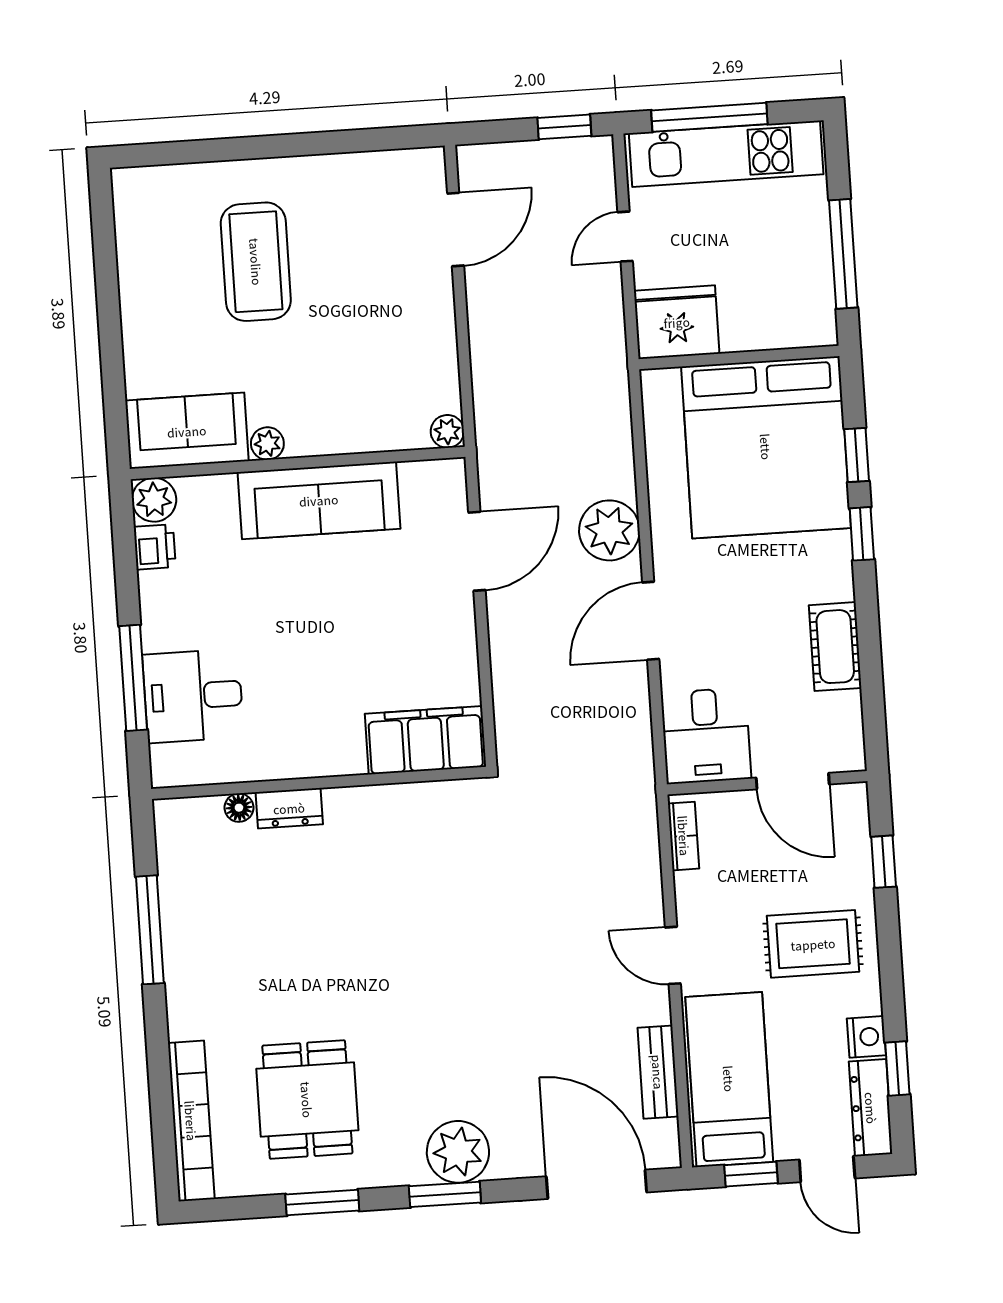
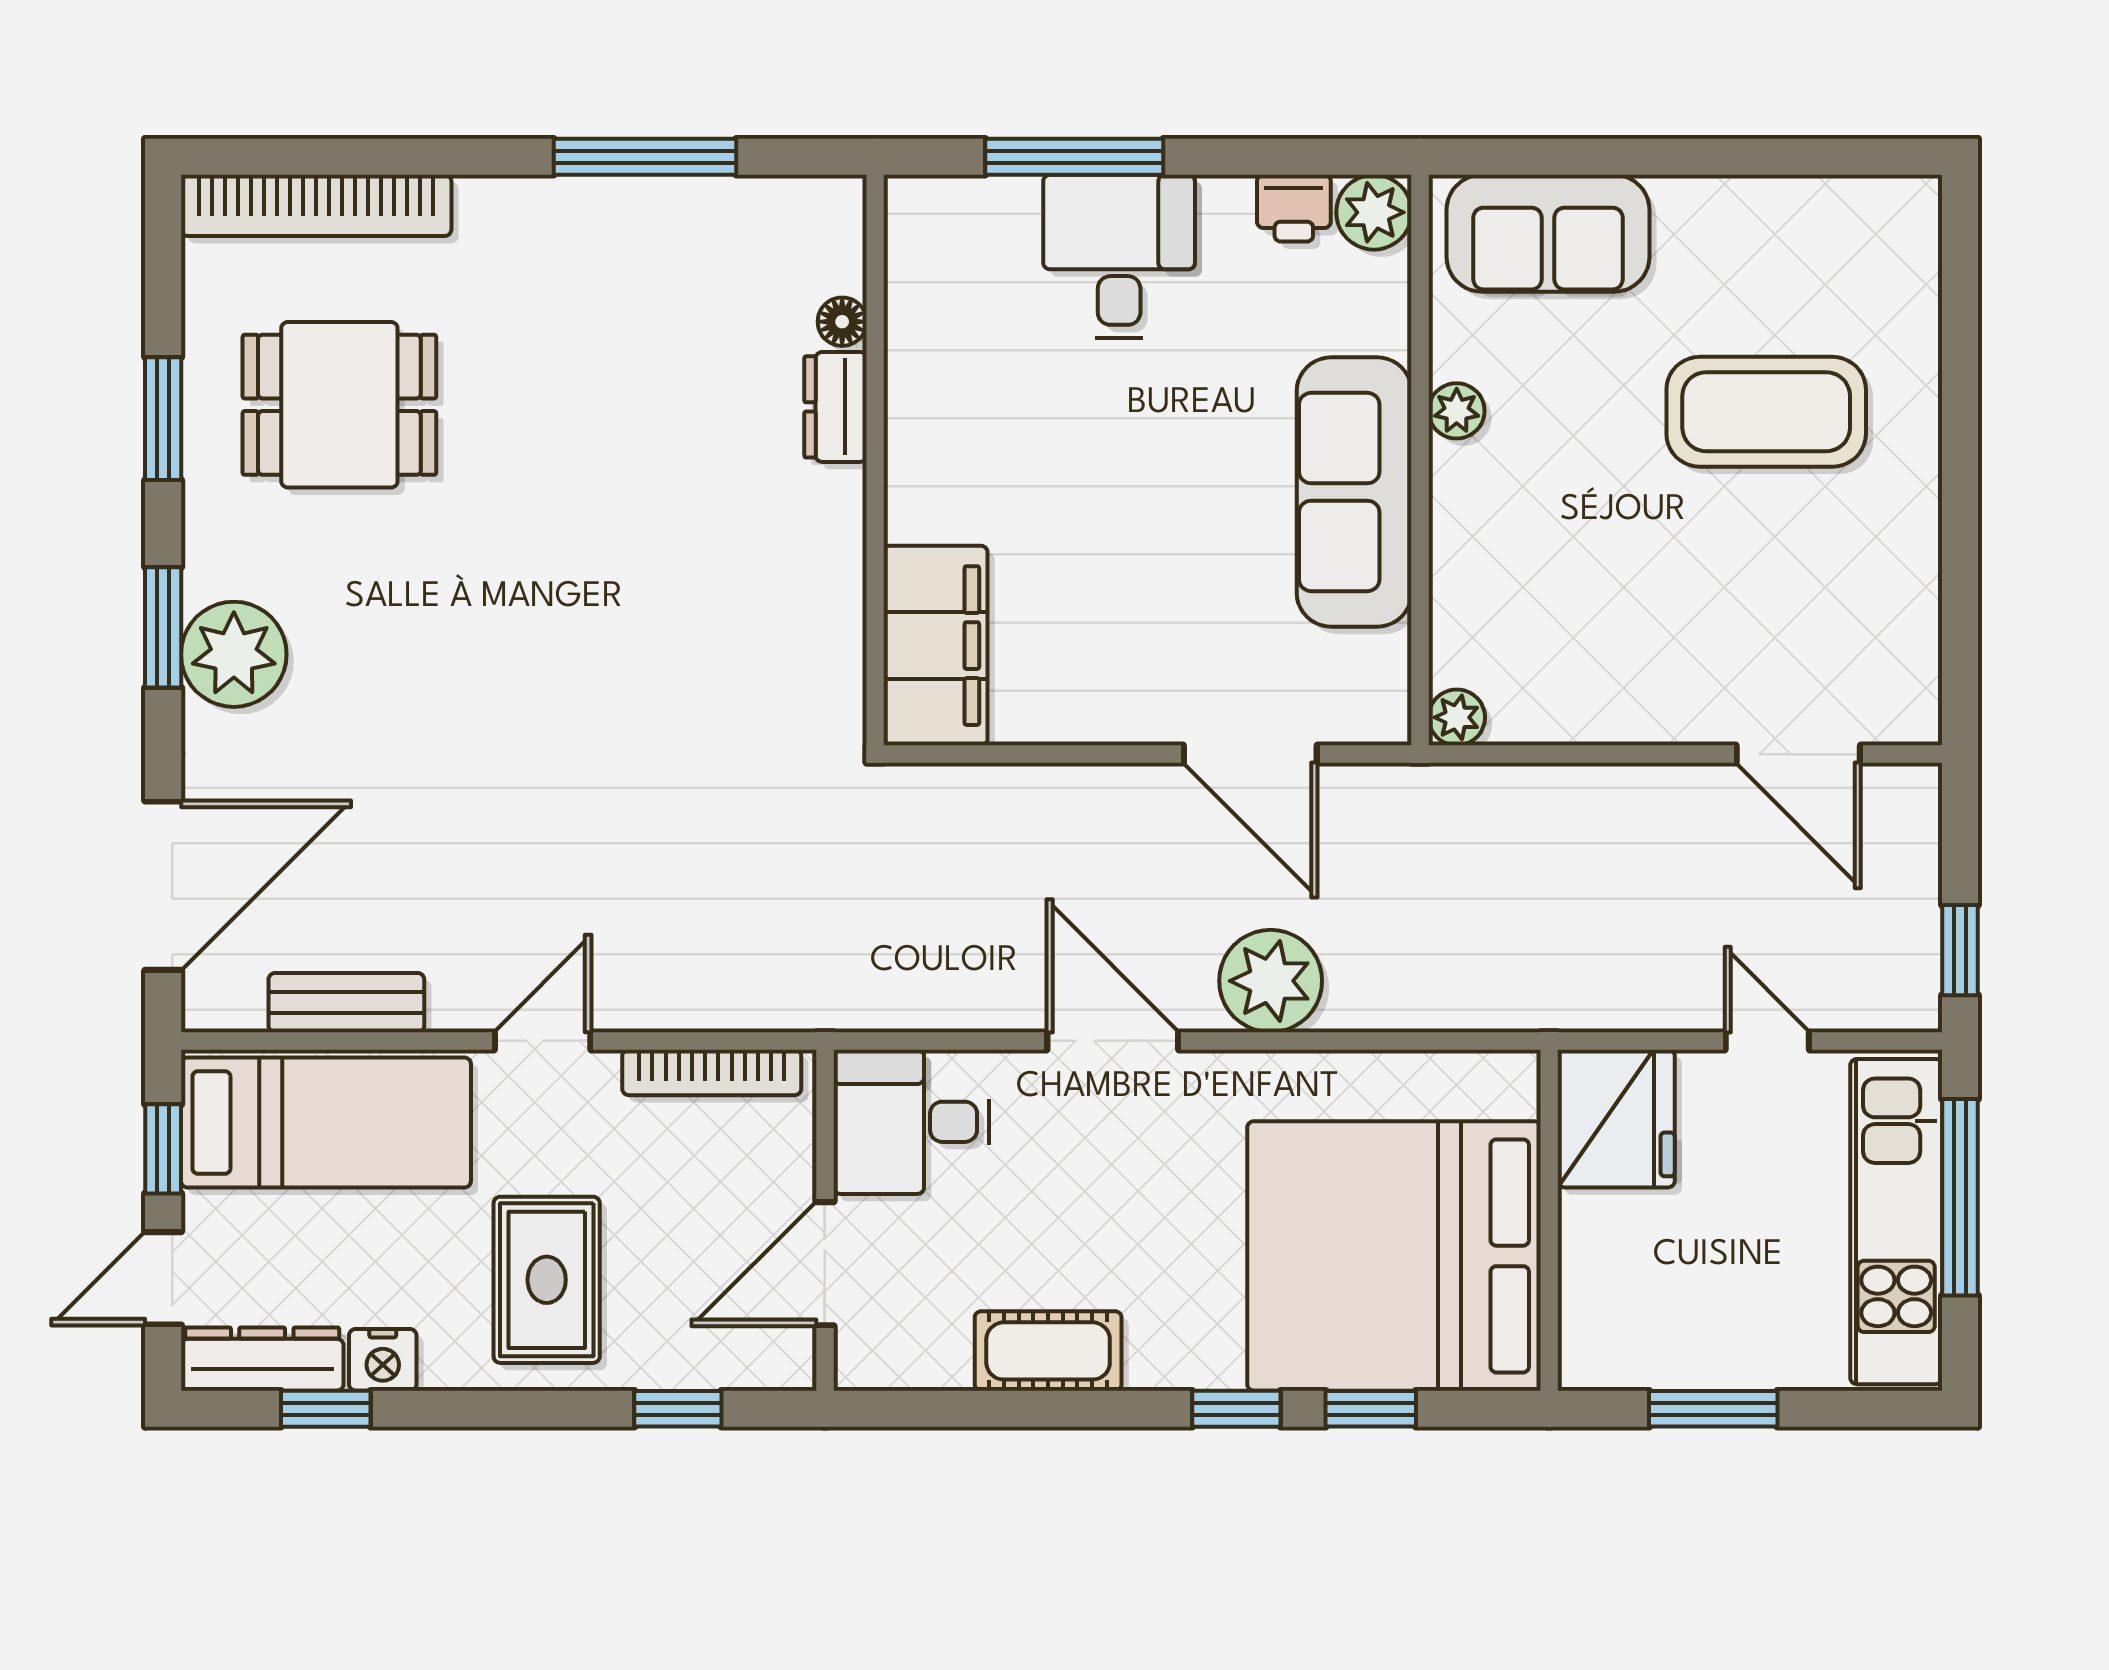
window: (843, 254) -> (1713, 1409), width x0.69
sofa: (187, 431) -> (1548, 233), moved, turned 90
desk: (193, 696) -> (1119, 256), moved
bookcase: (684, 836) -> (712, 1072), width x1.56

